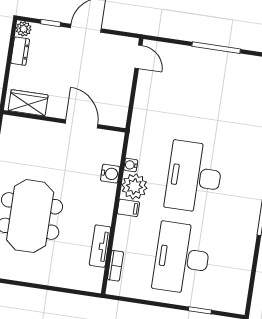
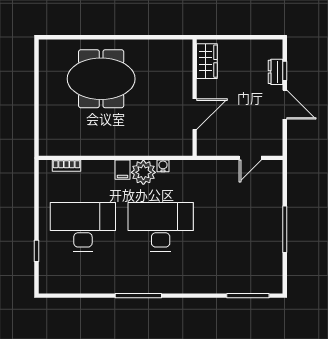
plant: (24, 29) -> (275, 47), removed
dresser: (20, 51) -> (276, 72), moved, turned 90
door: (138, 57) -> (250, 158), moved
water cooler: (110, 174) -> (152, 148), removed
tv unit: (100, 246) -> (83, 148), removed

